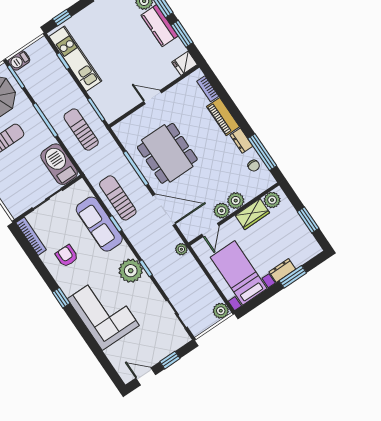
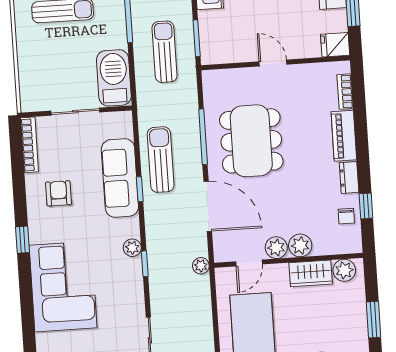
window: (262, 152) -> (366, 206), width x0.46
plant: (131, 271) -> (132, 248), width x0.53, depth x0.53

